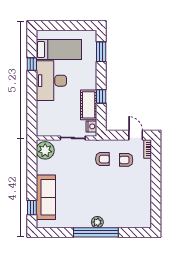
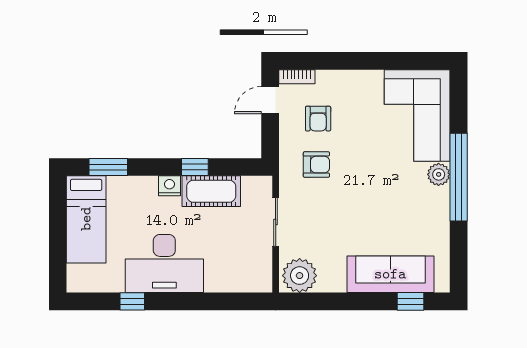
bed: (59, 50) -> (86, 219), moved, turned 180
nightstand: (91, 126) -> (169, 186), moved
armchair: (102, 159) -> (316, 165), turned 90
corner sofa: (128, 211) -> (417, 115), added

